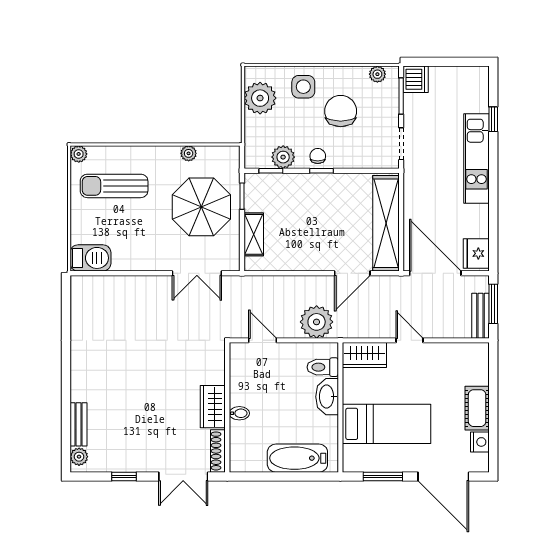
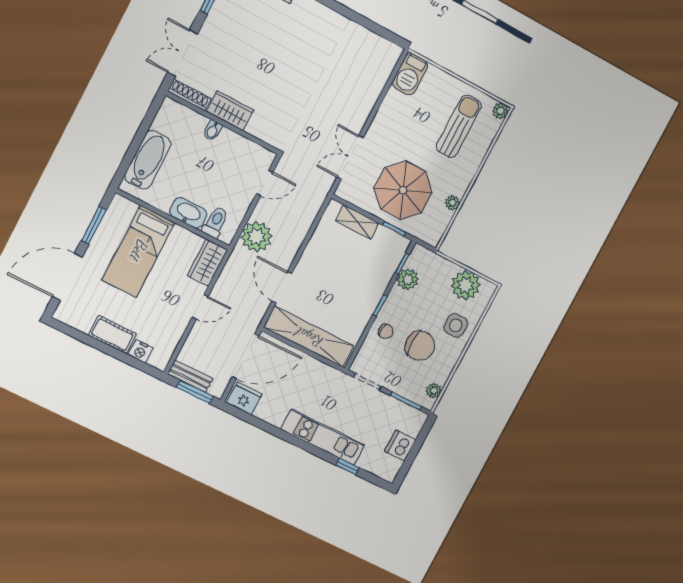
dishwasher: (416, 79) -> (400, 446), moved, turned 90
chair: (318, 156) -> (386, 331), moved
nightstand: (480, 442) -> (140, 351), moved

